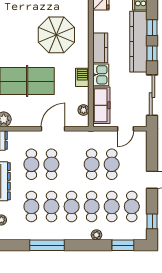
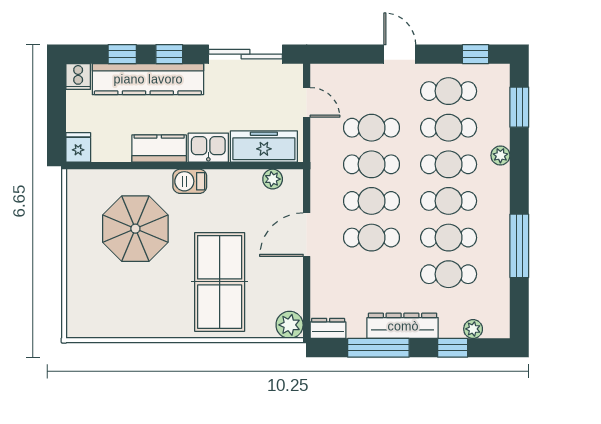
barbecue: (82, 77) -> (190, 181), moved
door: (53, 129) -> (307, 235), hinge flipped
cafe table: (31, 164) -> (372, 201), moved

